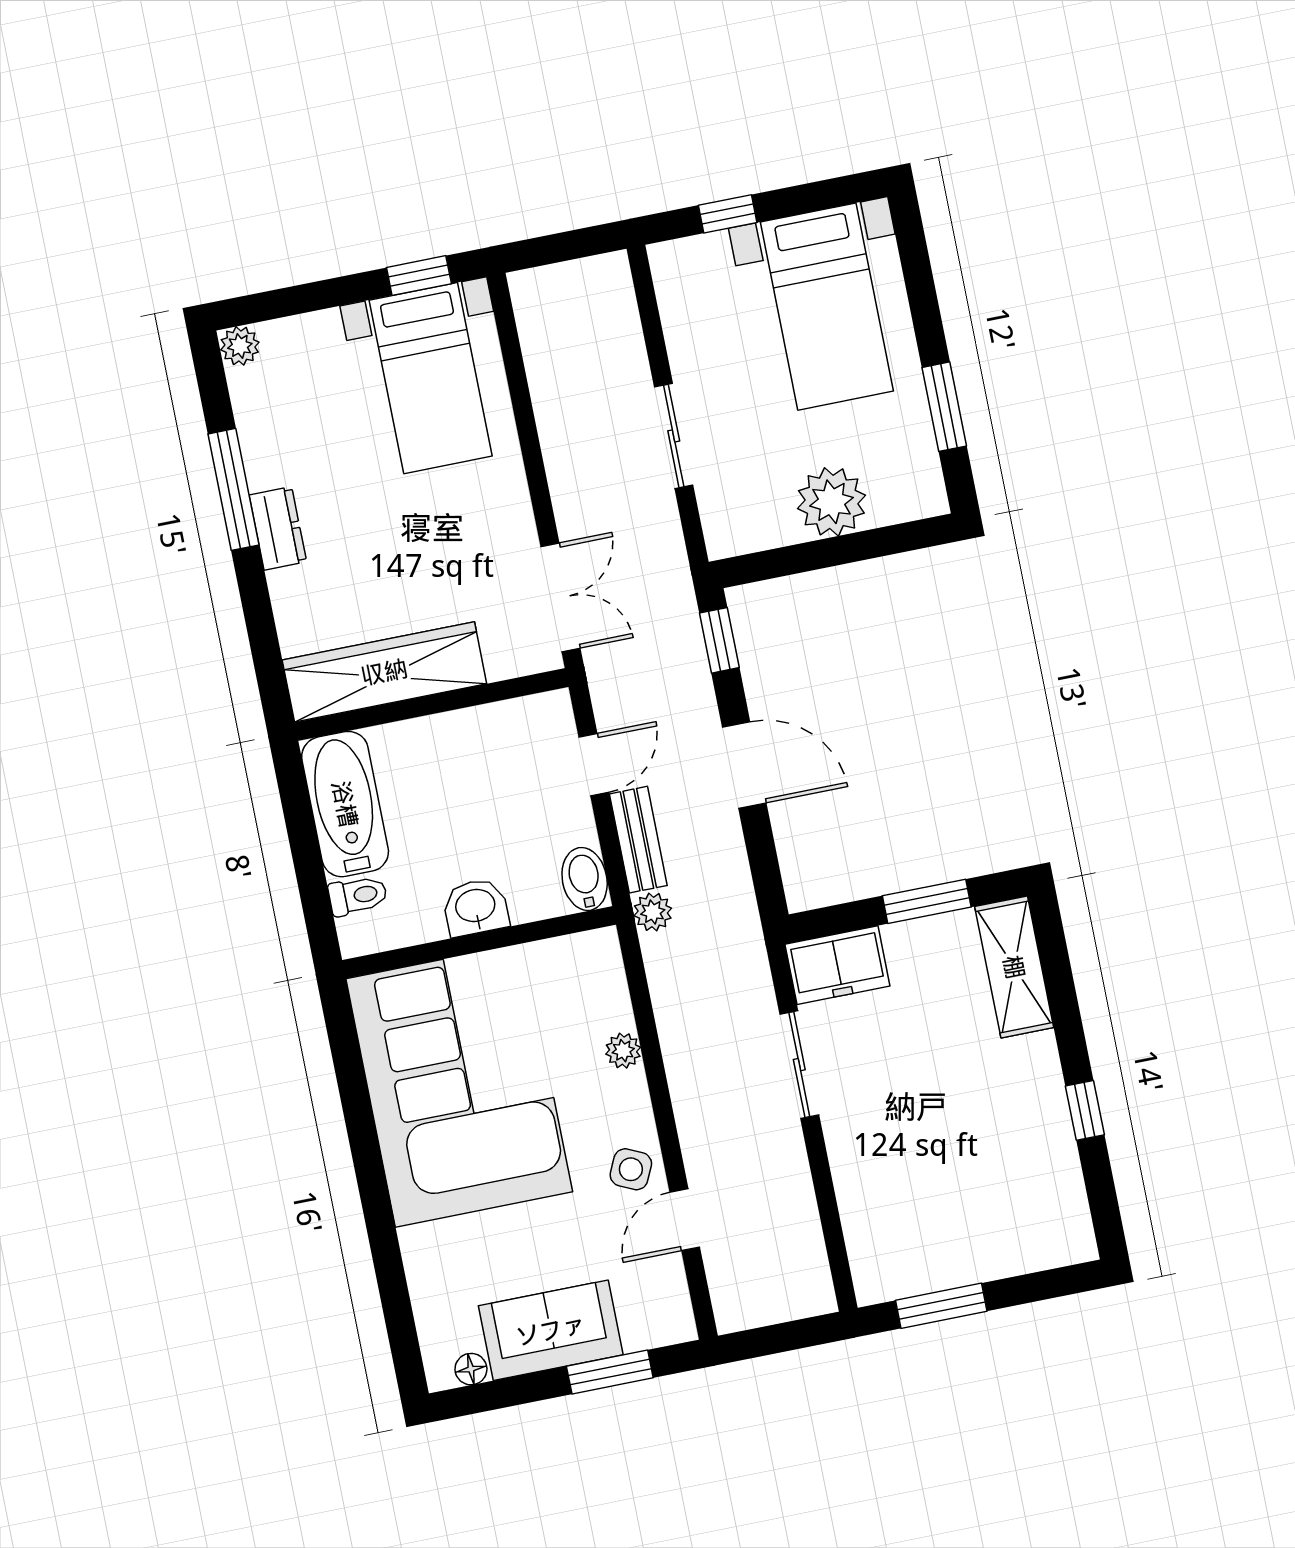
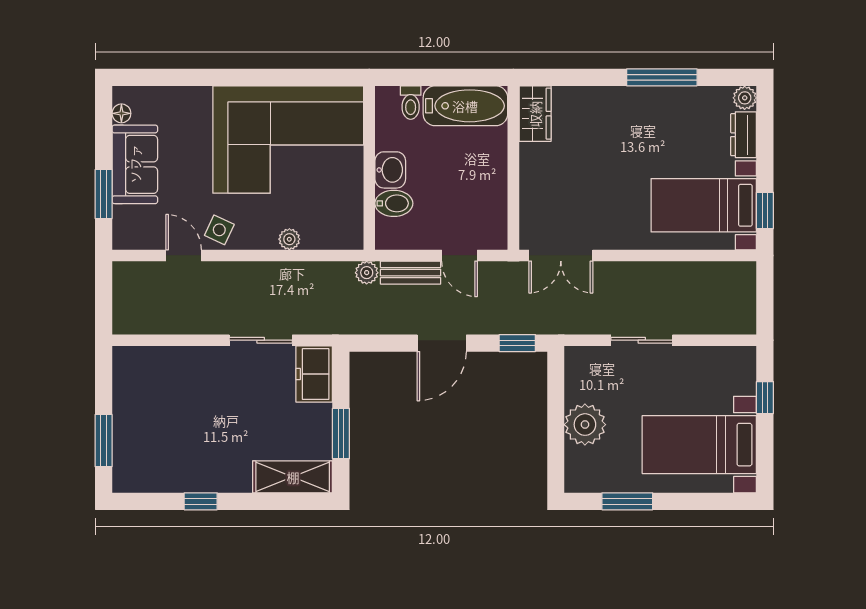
dresser: (278, 528) -> (744, 135), moved, turned 90
wardrobe: (384, 672) -> (535, 114), width x0.48, depth x0.85
bidet: (585, 879) -> (394, 203), moved
window: (941, 1306) -> (104, 441), moved

